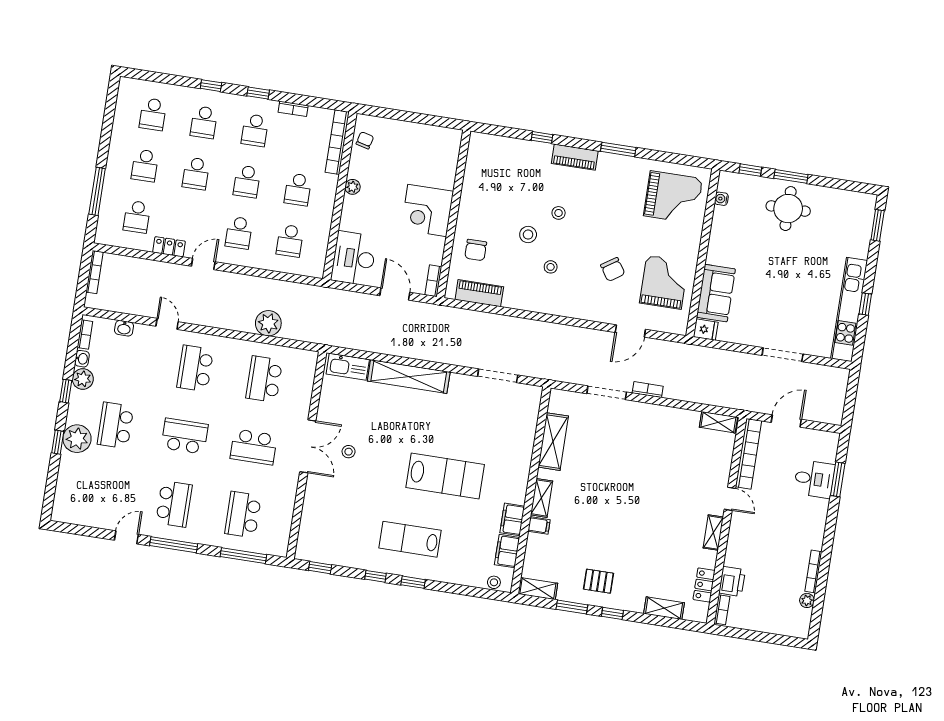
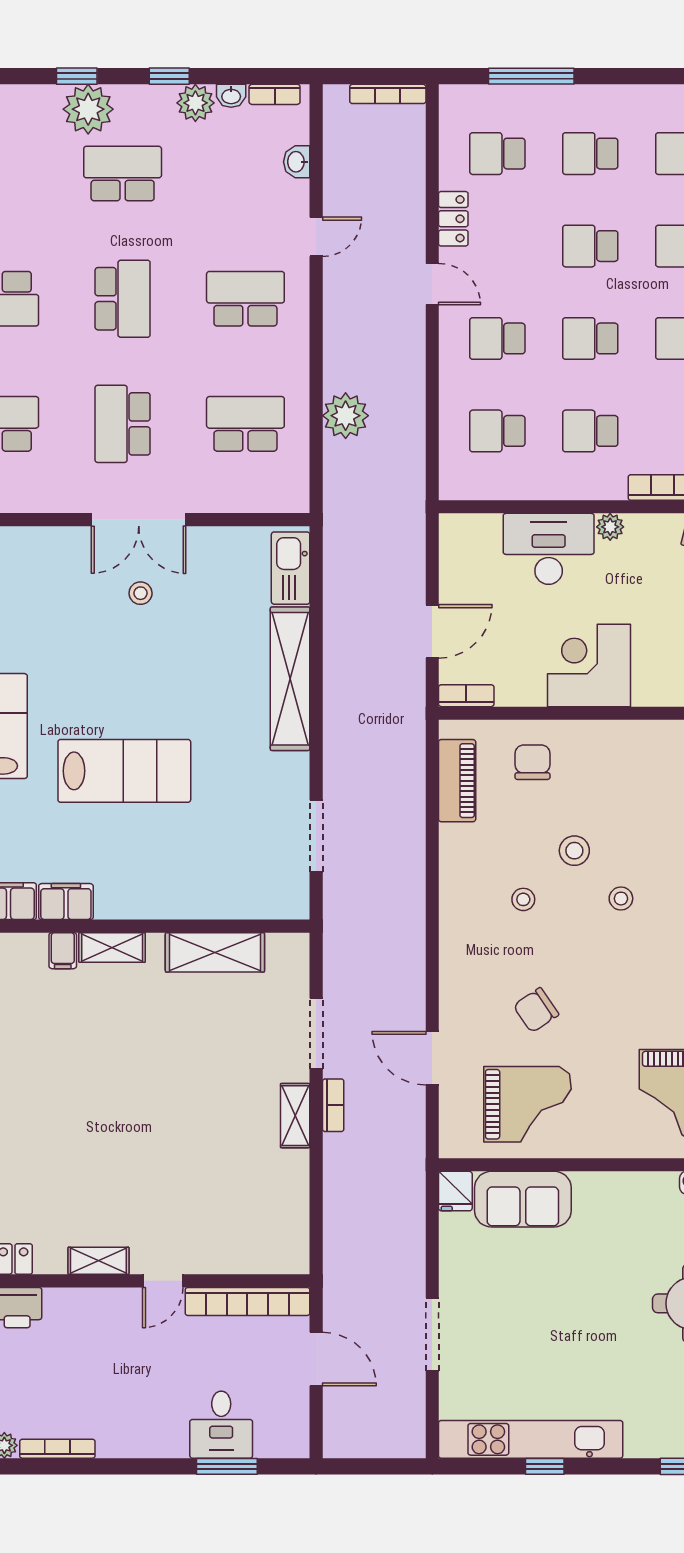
chair: (476, 250) -> (532, 762), turned 90
desk: (354, 258) -> (549, 549), moved
shelving: (718, 422) -> (295, 1116), moved
lab bench: (445, 476) -> (124, 771), turned -90

